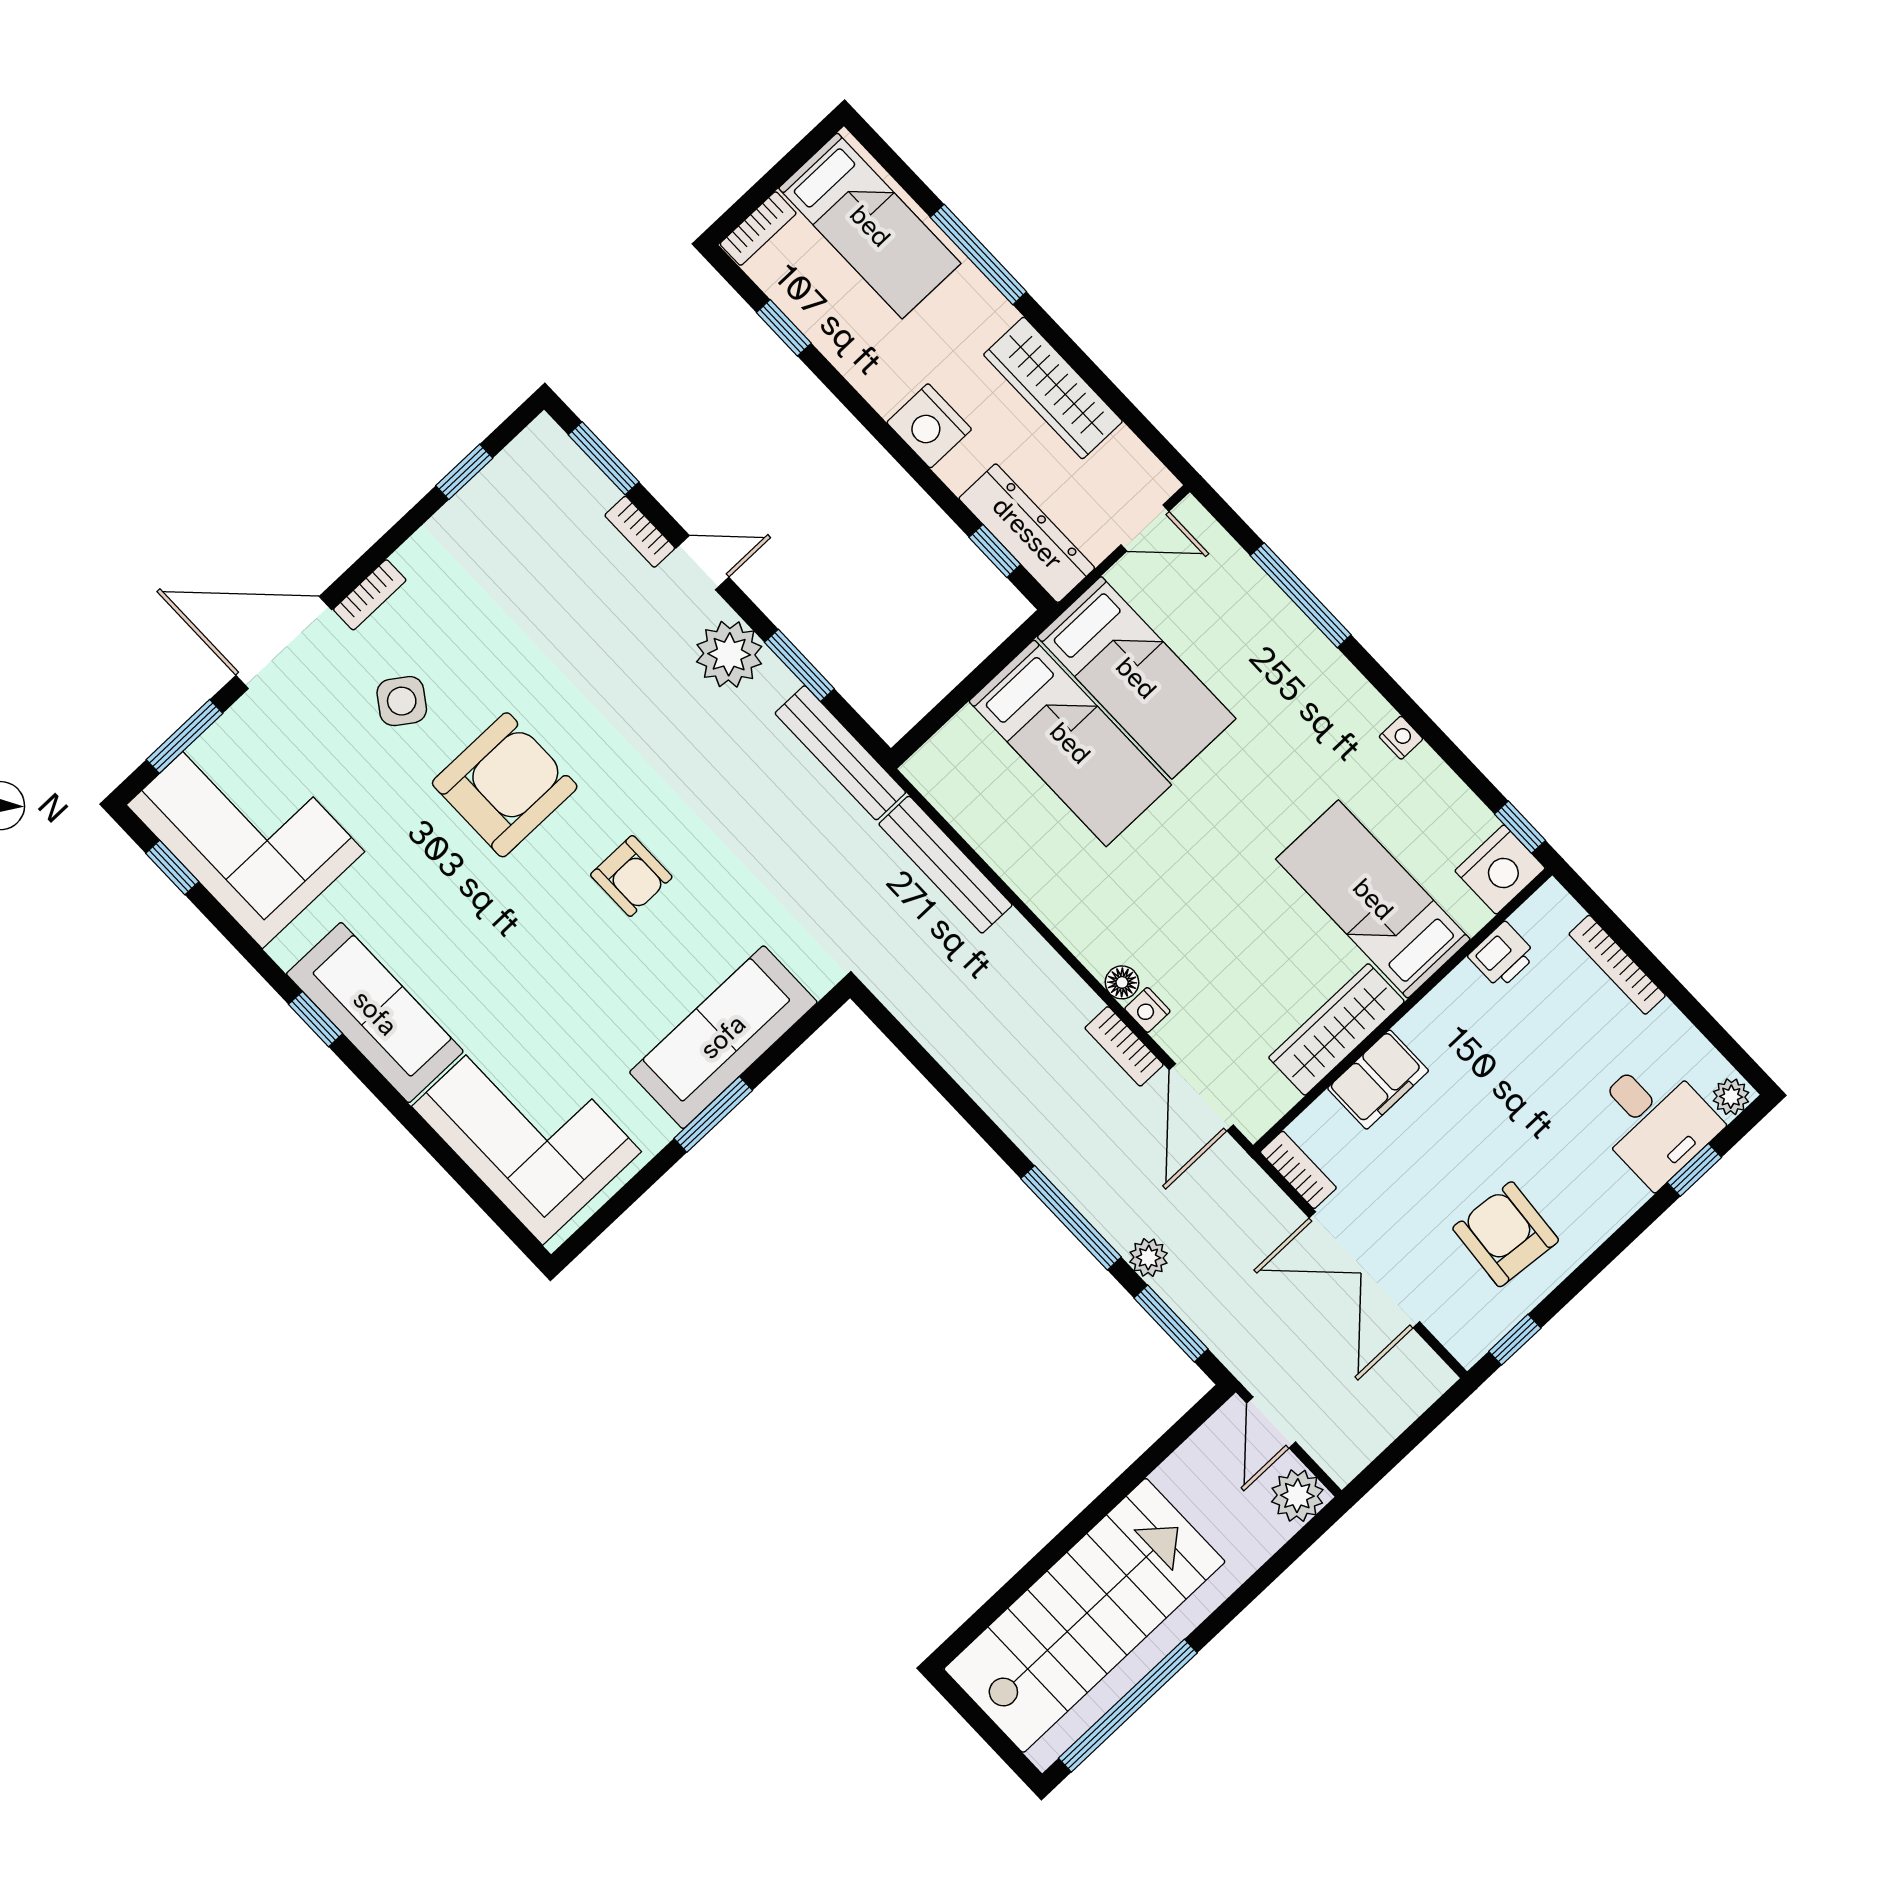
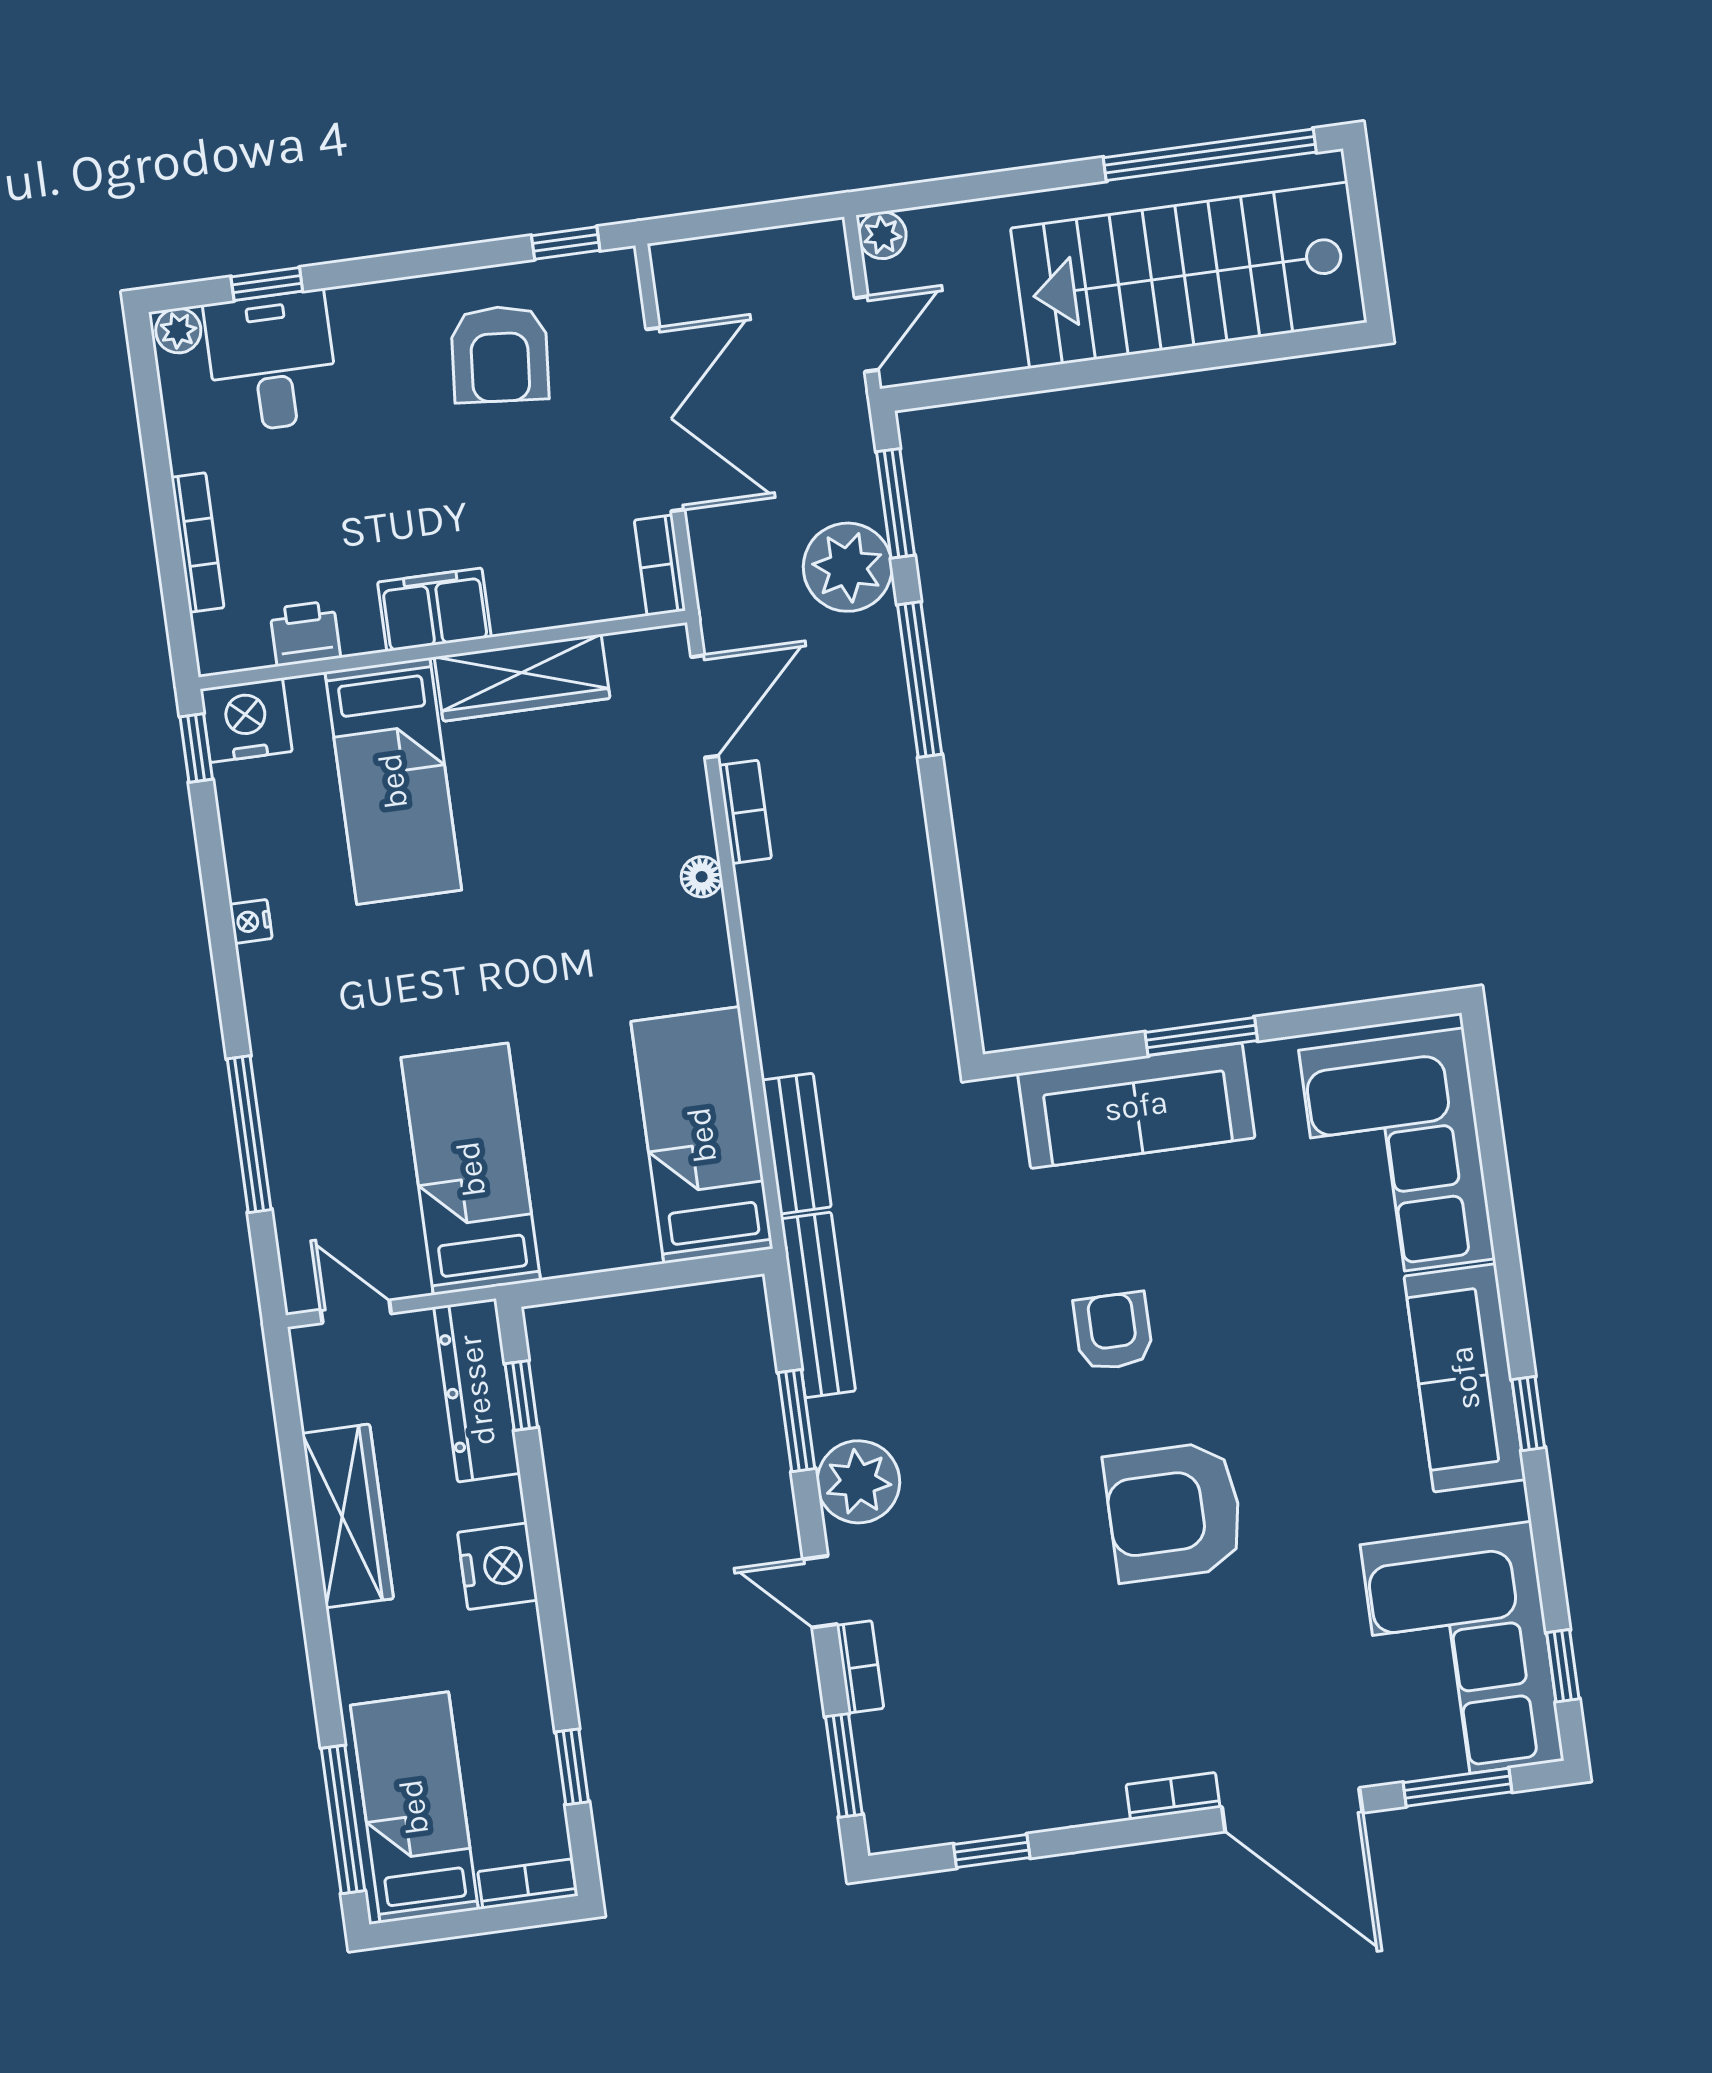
window: (978, 254) -> (343, 1819), moved
side table: (402, 701) -> (1217, 1668), removed
bed: (1070, 743) -> (702, 1135), moved
bench: (945, 865) -> (796, 1144), width x0.73
nightstand: (1147, 1010) -> (696, 831), removed
filing cabinet: (1378, 1080) -> (434, 610), moved
plant: (1148, 1258) -> (848, 567), width x1.88, depth x1.88
plant: (1297, 1496) -> (882, 235), width x0.73, depth x0.73

